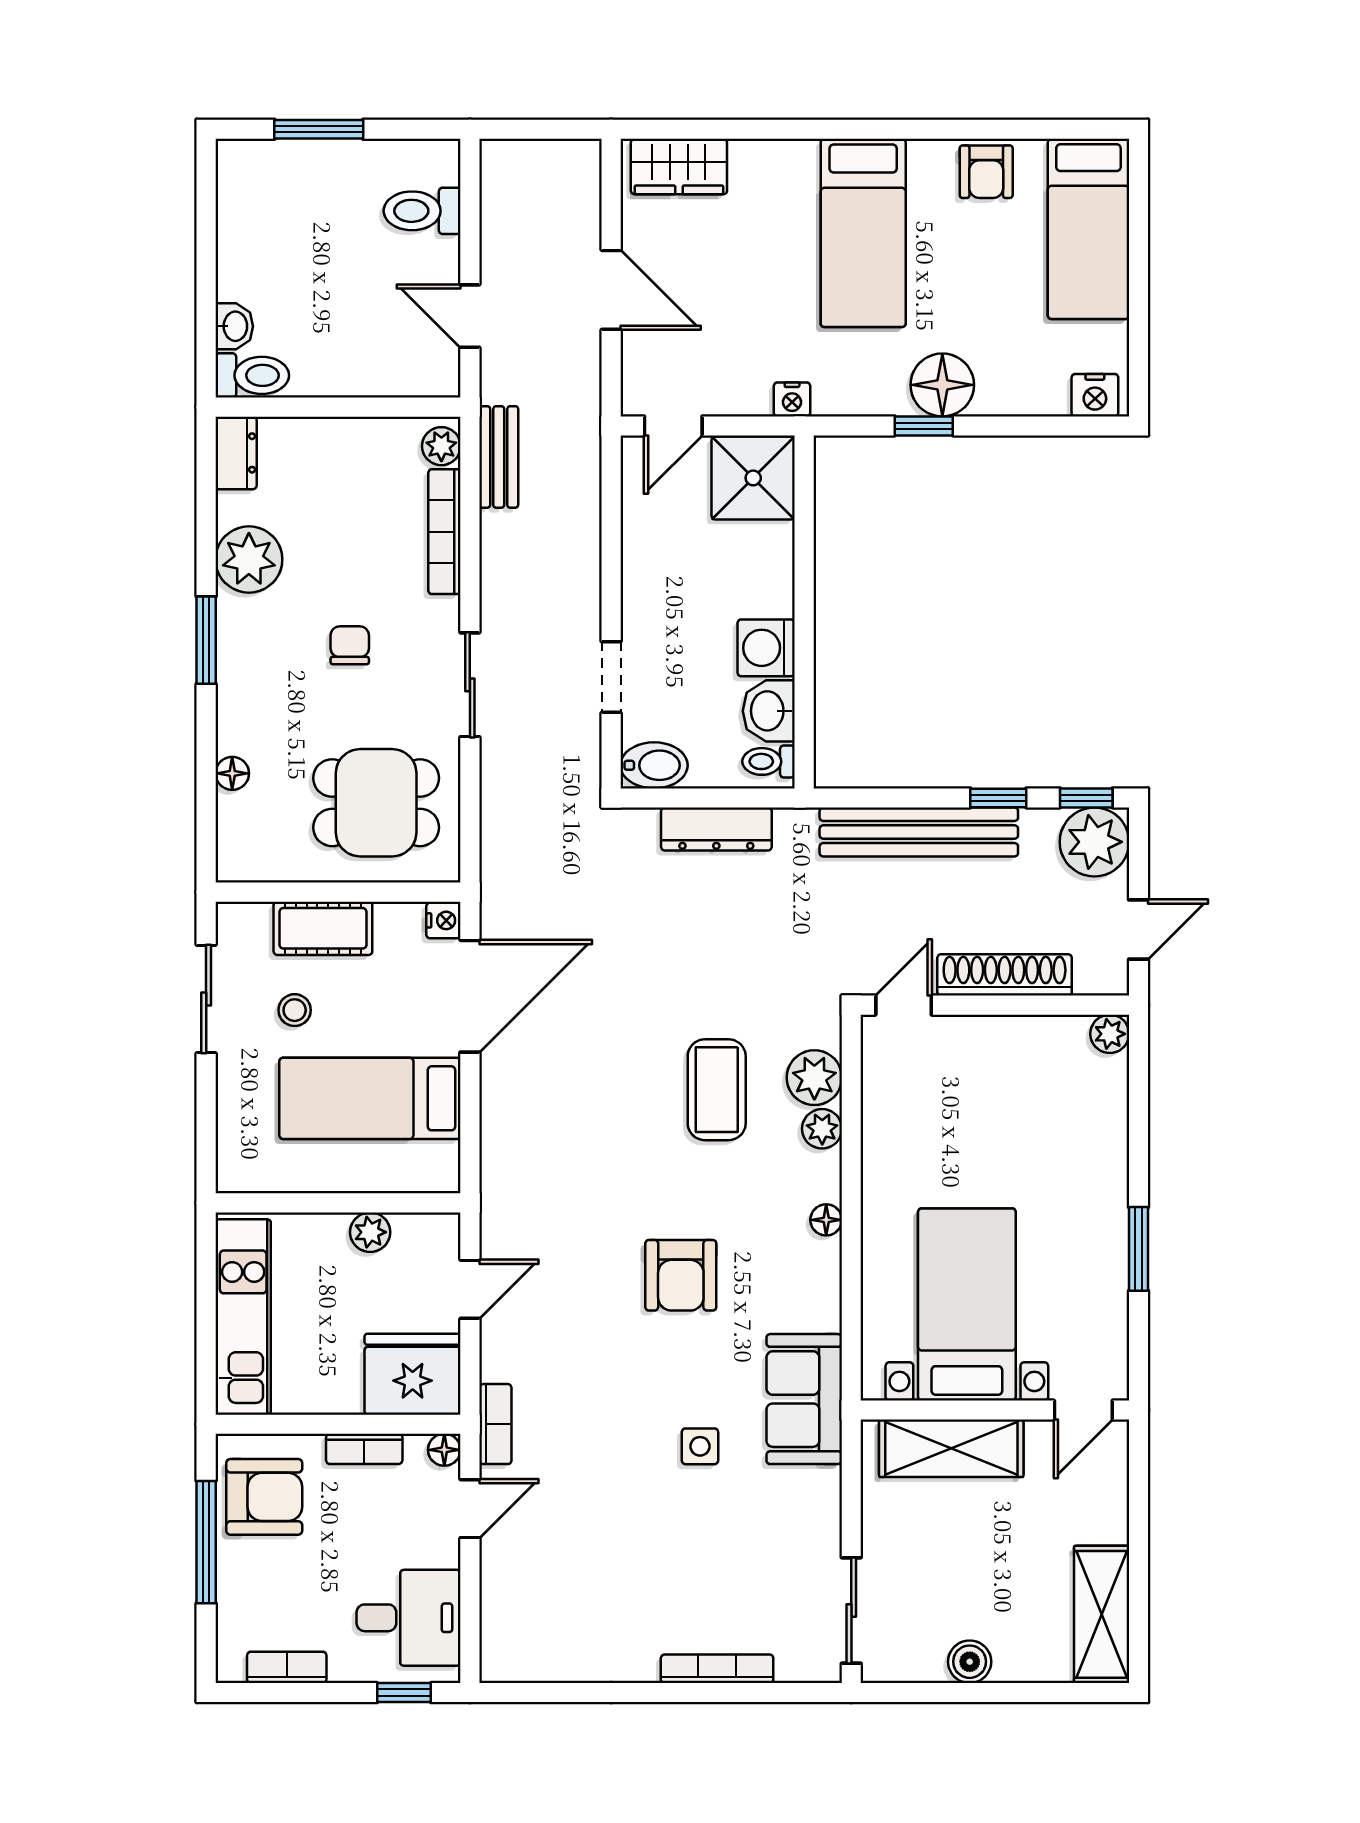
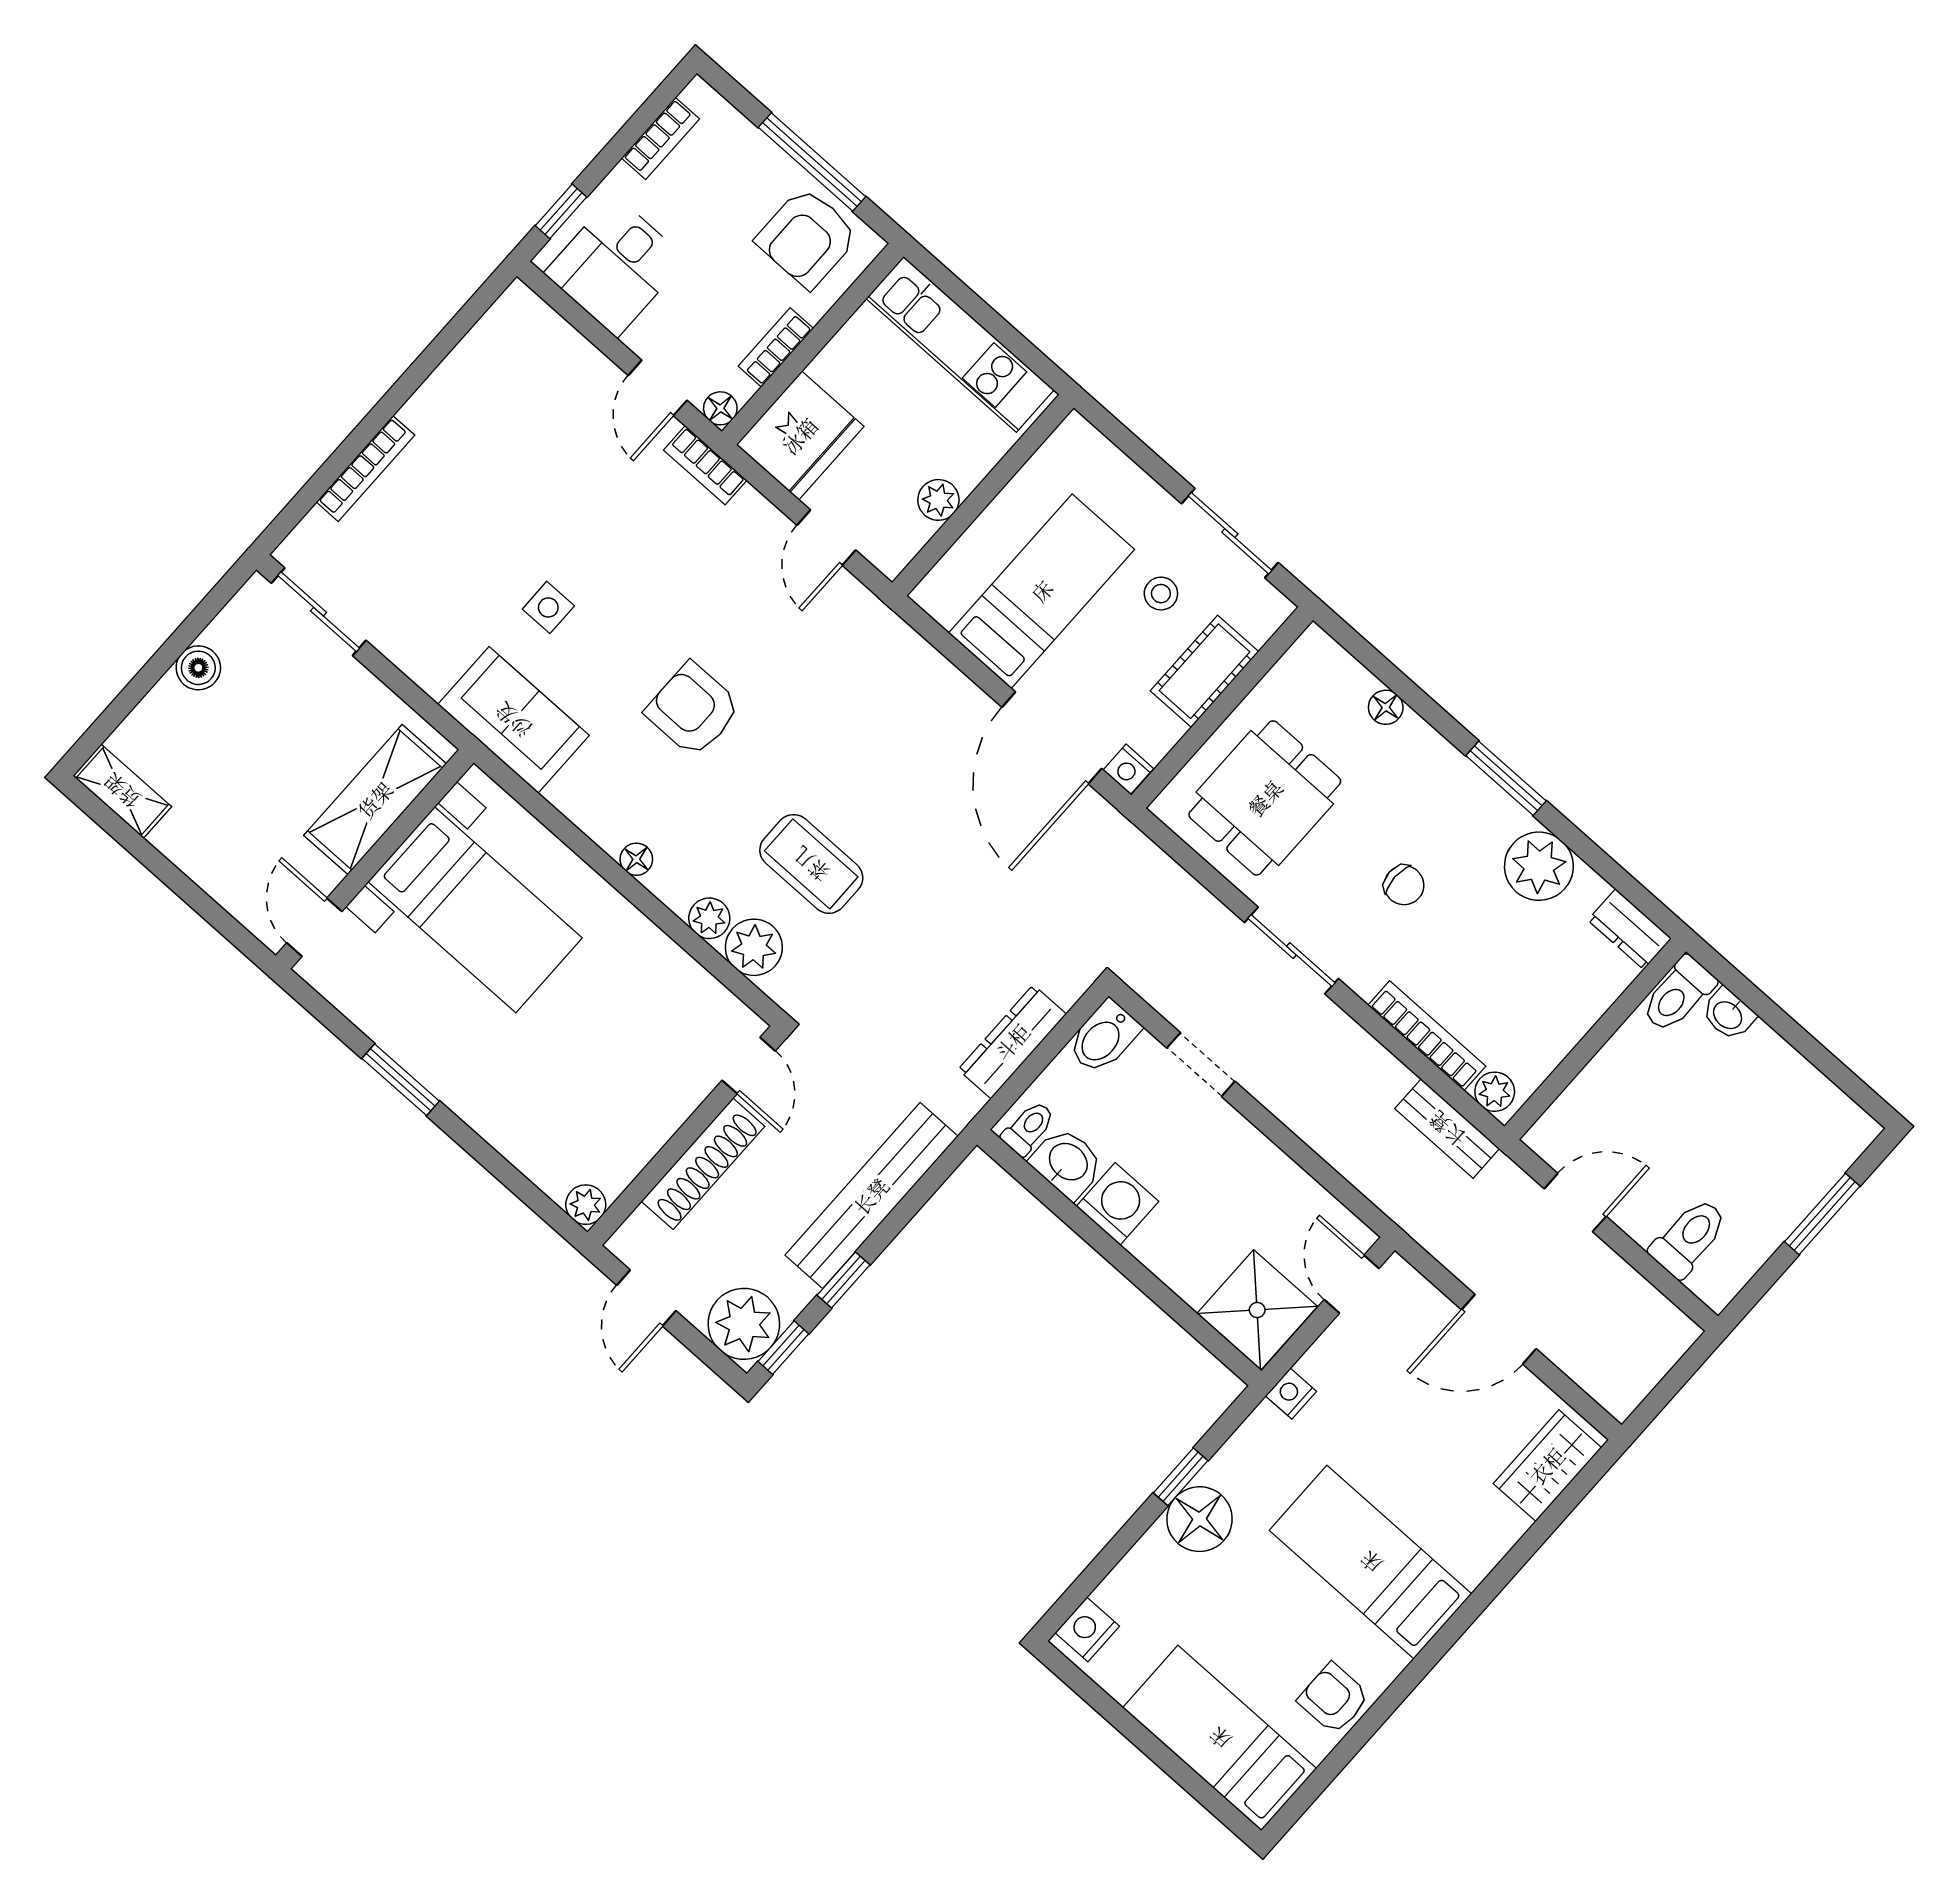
shelving: (1102, 1614) -> (122, 791), width x0.67, depth x0.75

